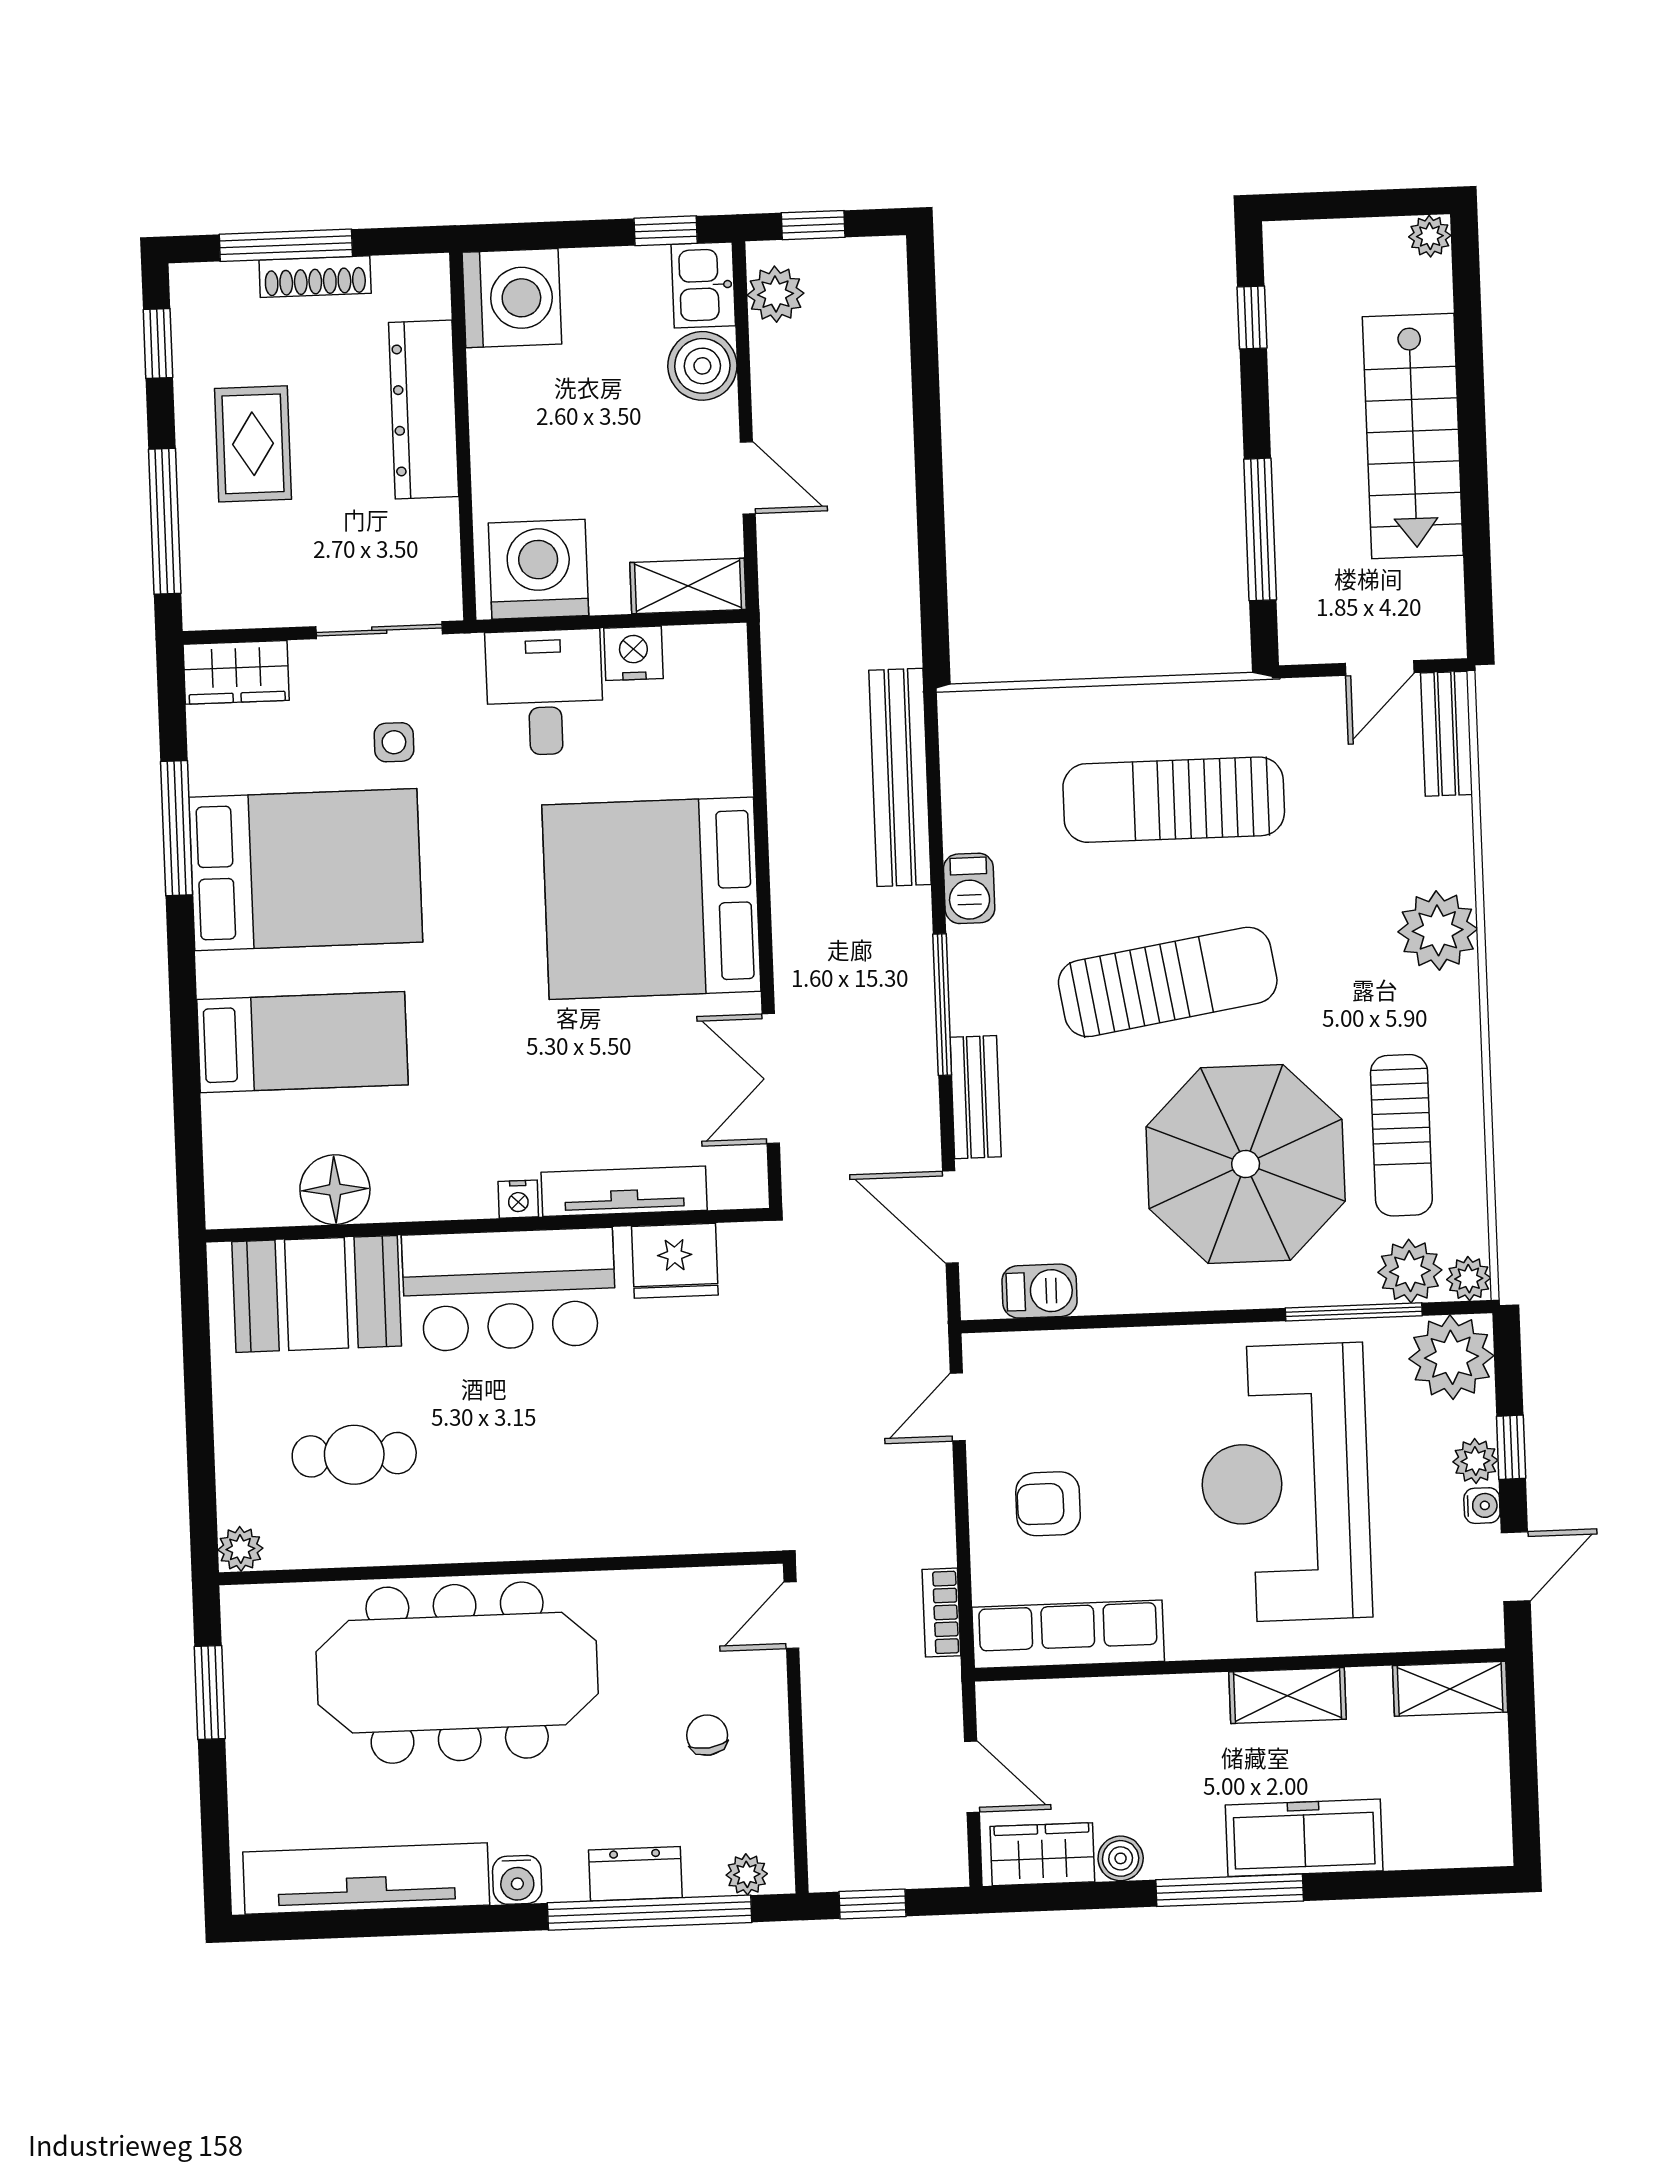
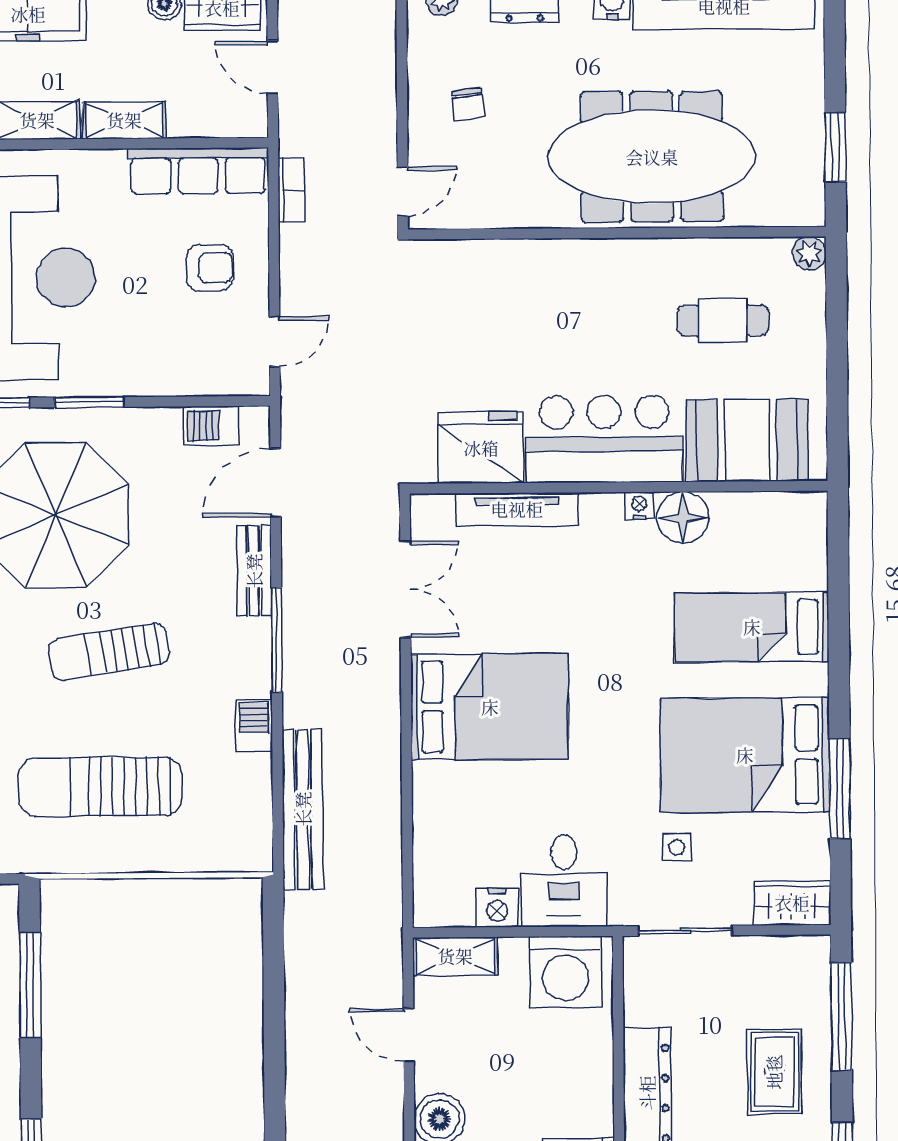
sun lounger: (1174, 800) -> (100, 787), turned 180
bed: (651, 898) -> (490, 707), width x0.73
sun lounger: (1168, 982) -> (109, 652), width x0.73, depth x0.75
floor lamp: (335, 1190) -> (683, 518), moved
nightstand: (518, 1199) -> (639, 506), moved
door: (950, 1217) -> (276, 483), swing flipped
fridge: (675, 1261) -> (481, 448), width x1.36, depth x1.34
window: (1205, 1318) -> (89, 402), added
shelving: (1170, 1699) -> (124, 120), added

